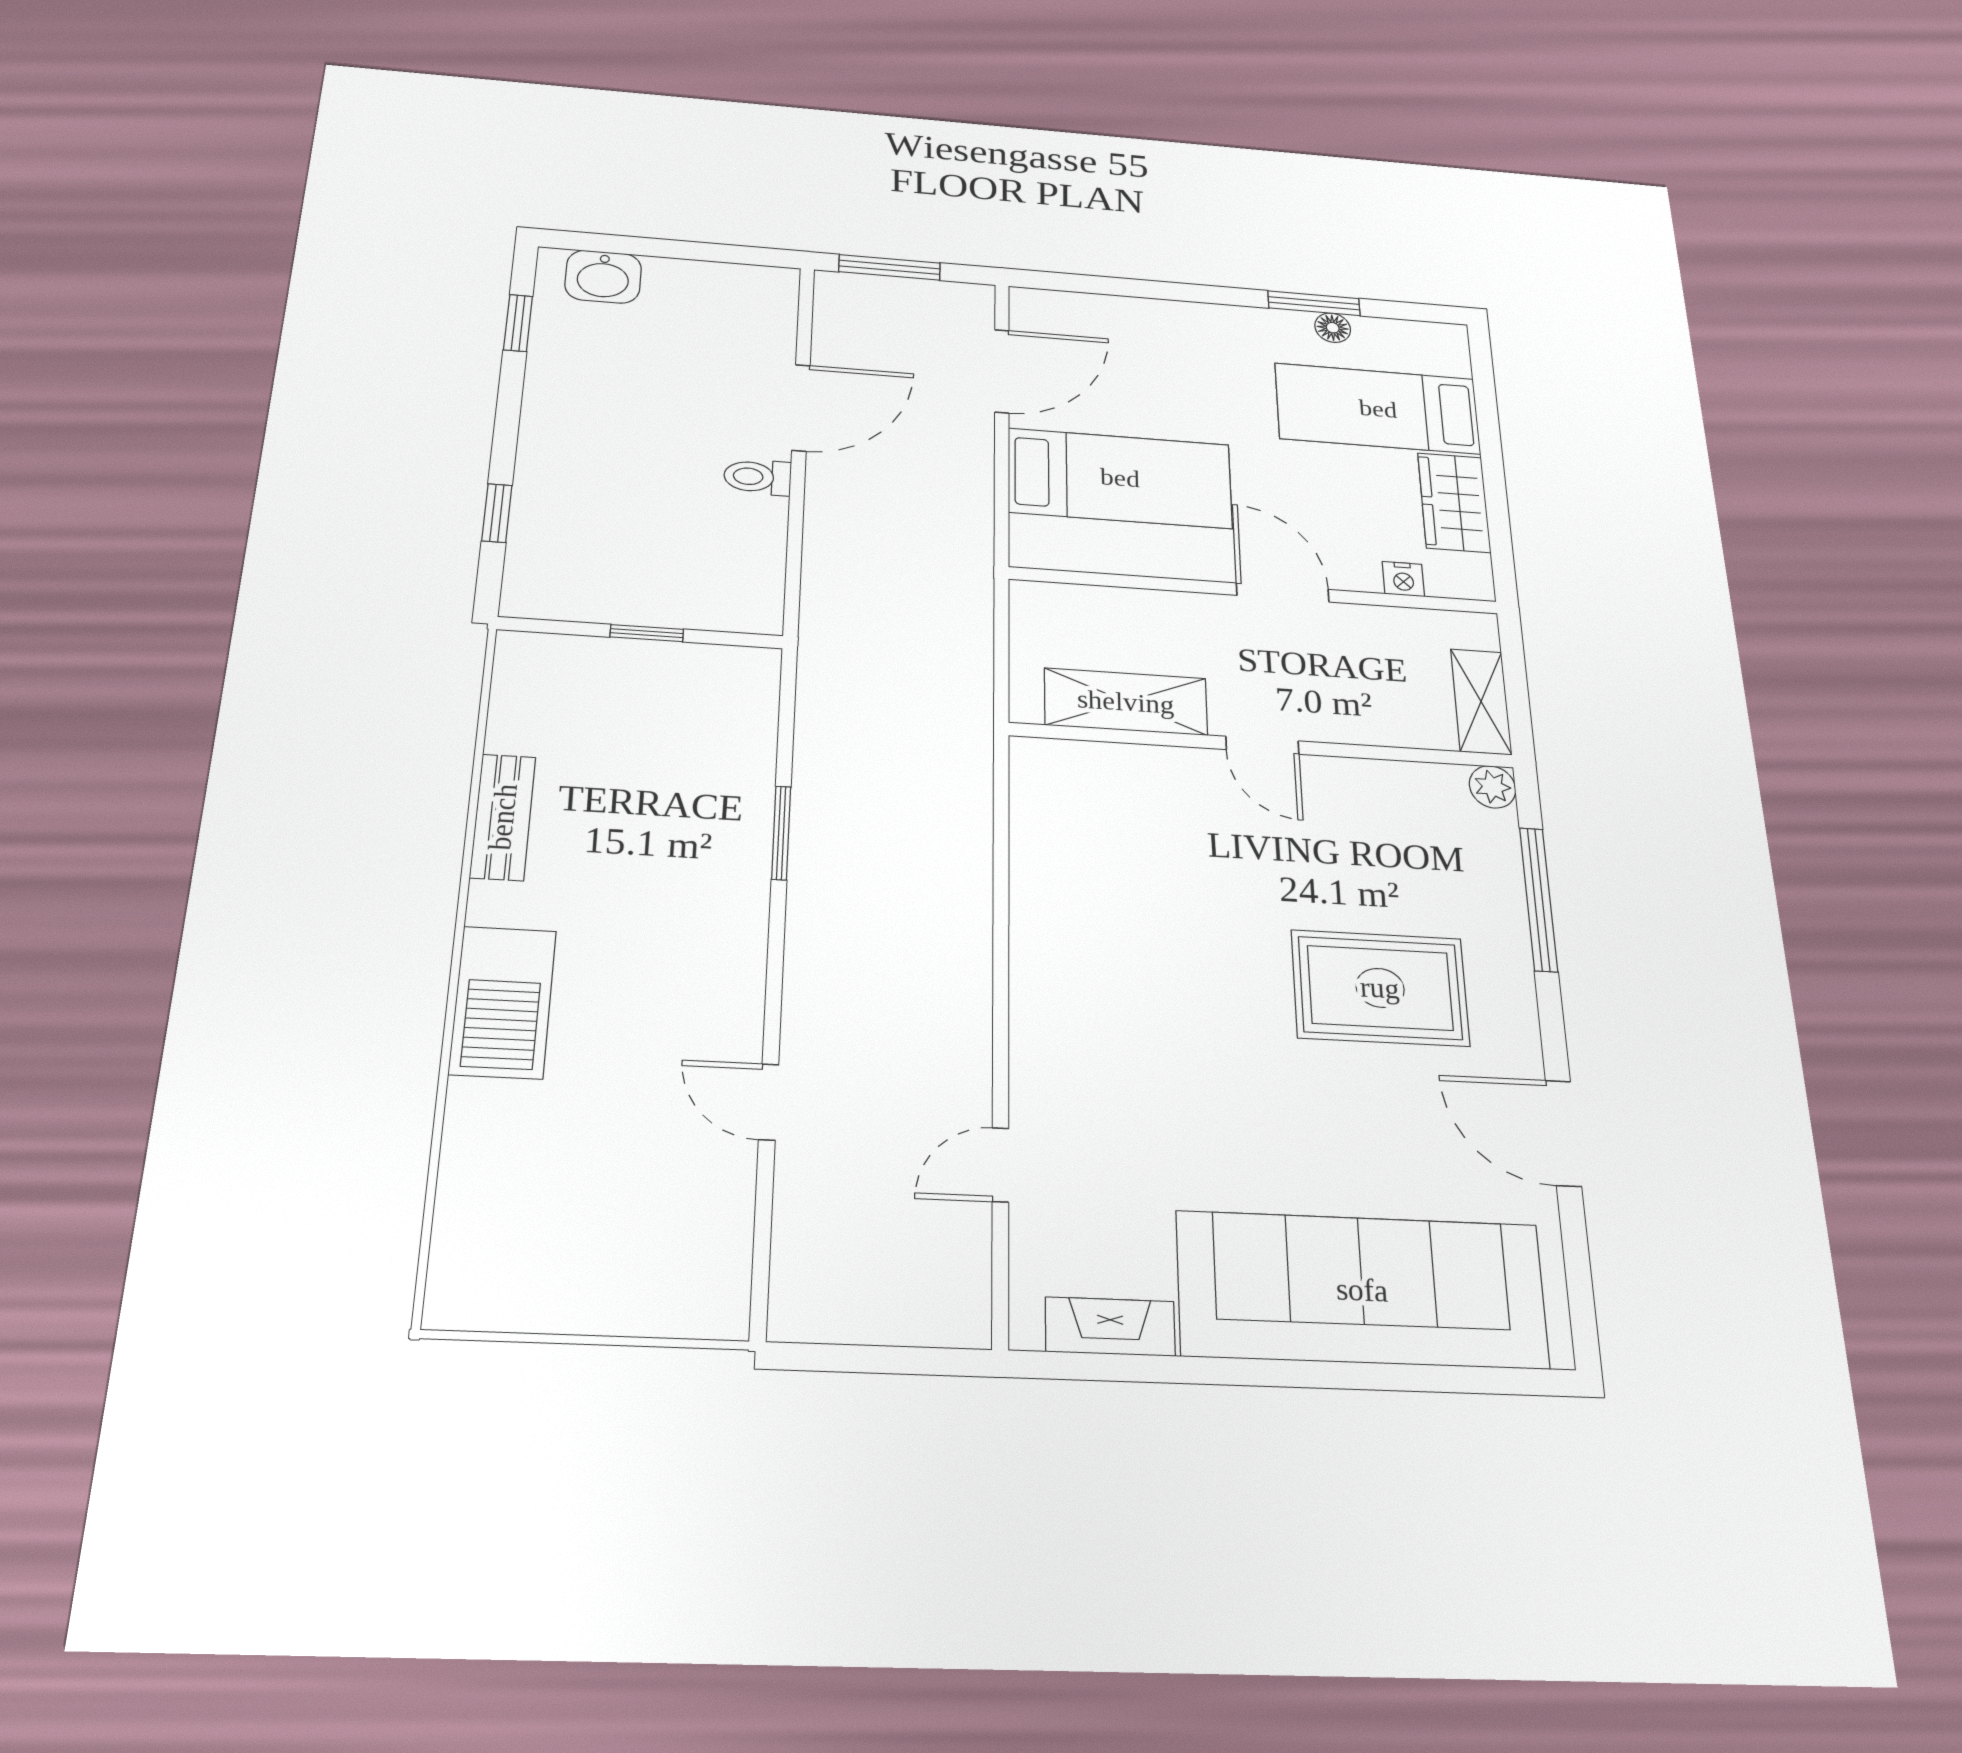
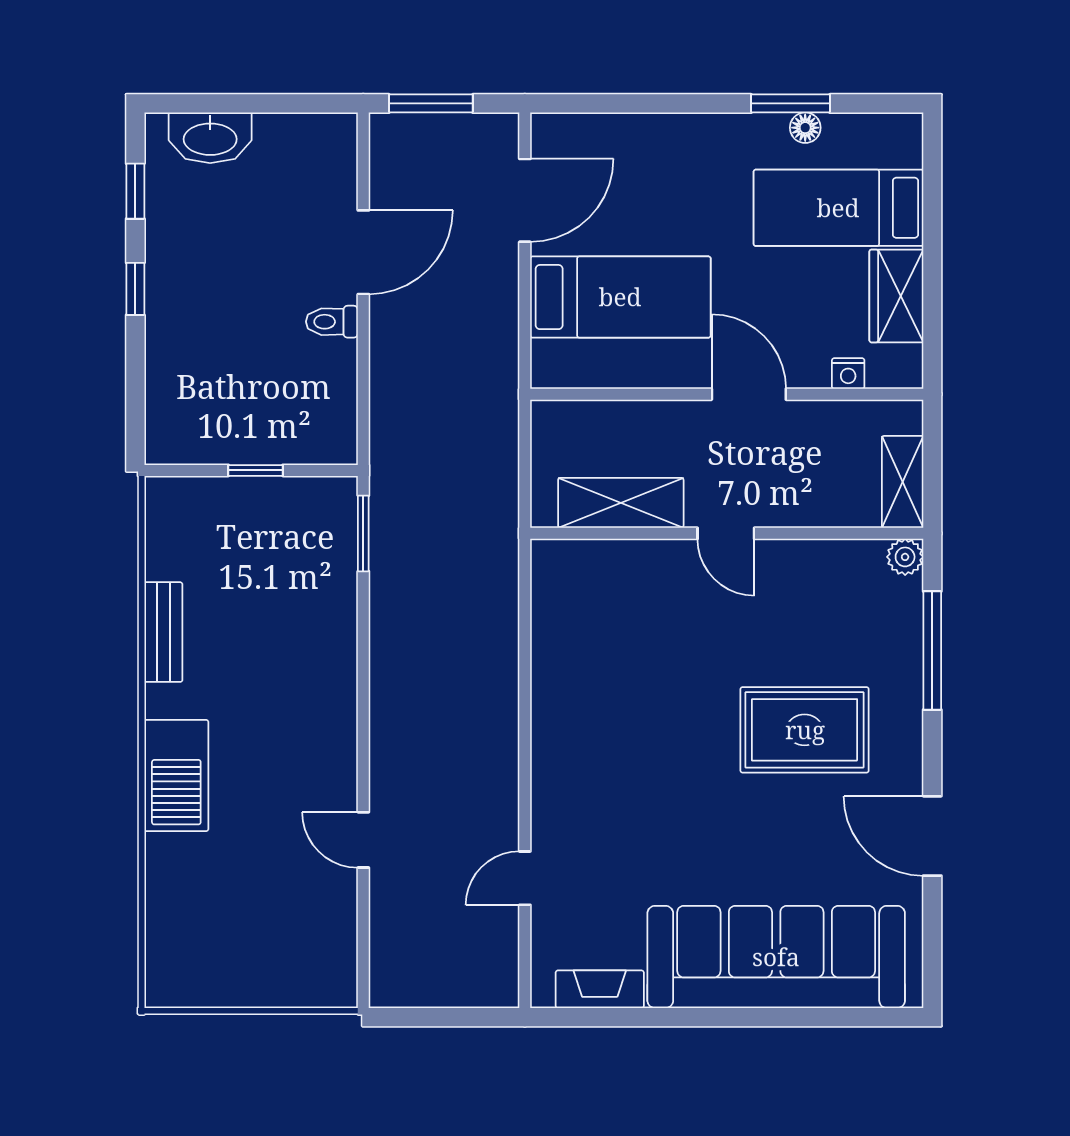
washbasin: (603, 277) -> (210, 138), width x1.38
window: (497, 513) -> (135, 289), moved
window: (781, 833) -> (363, 533), moved

